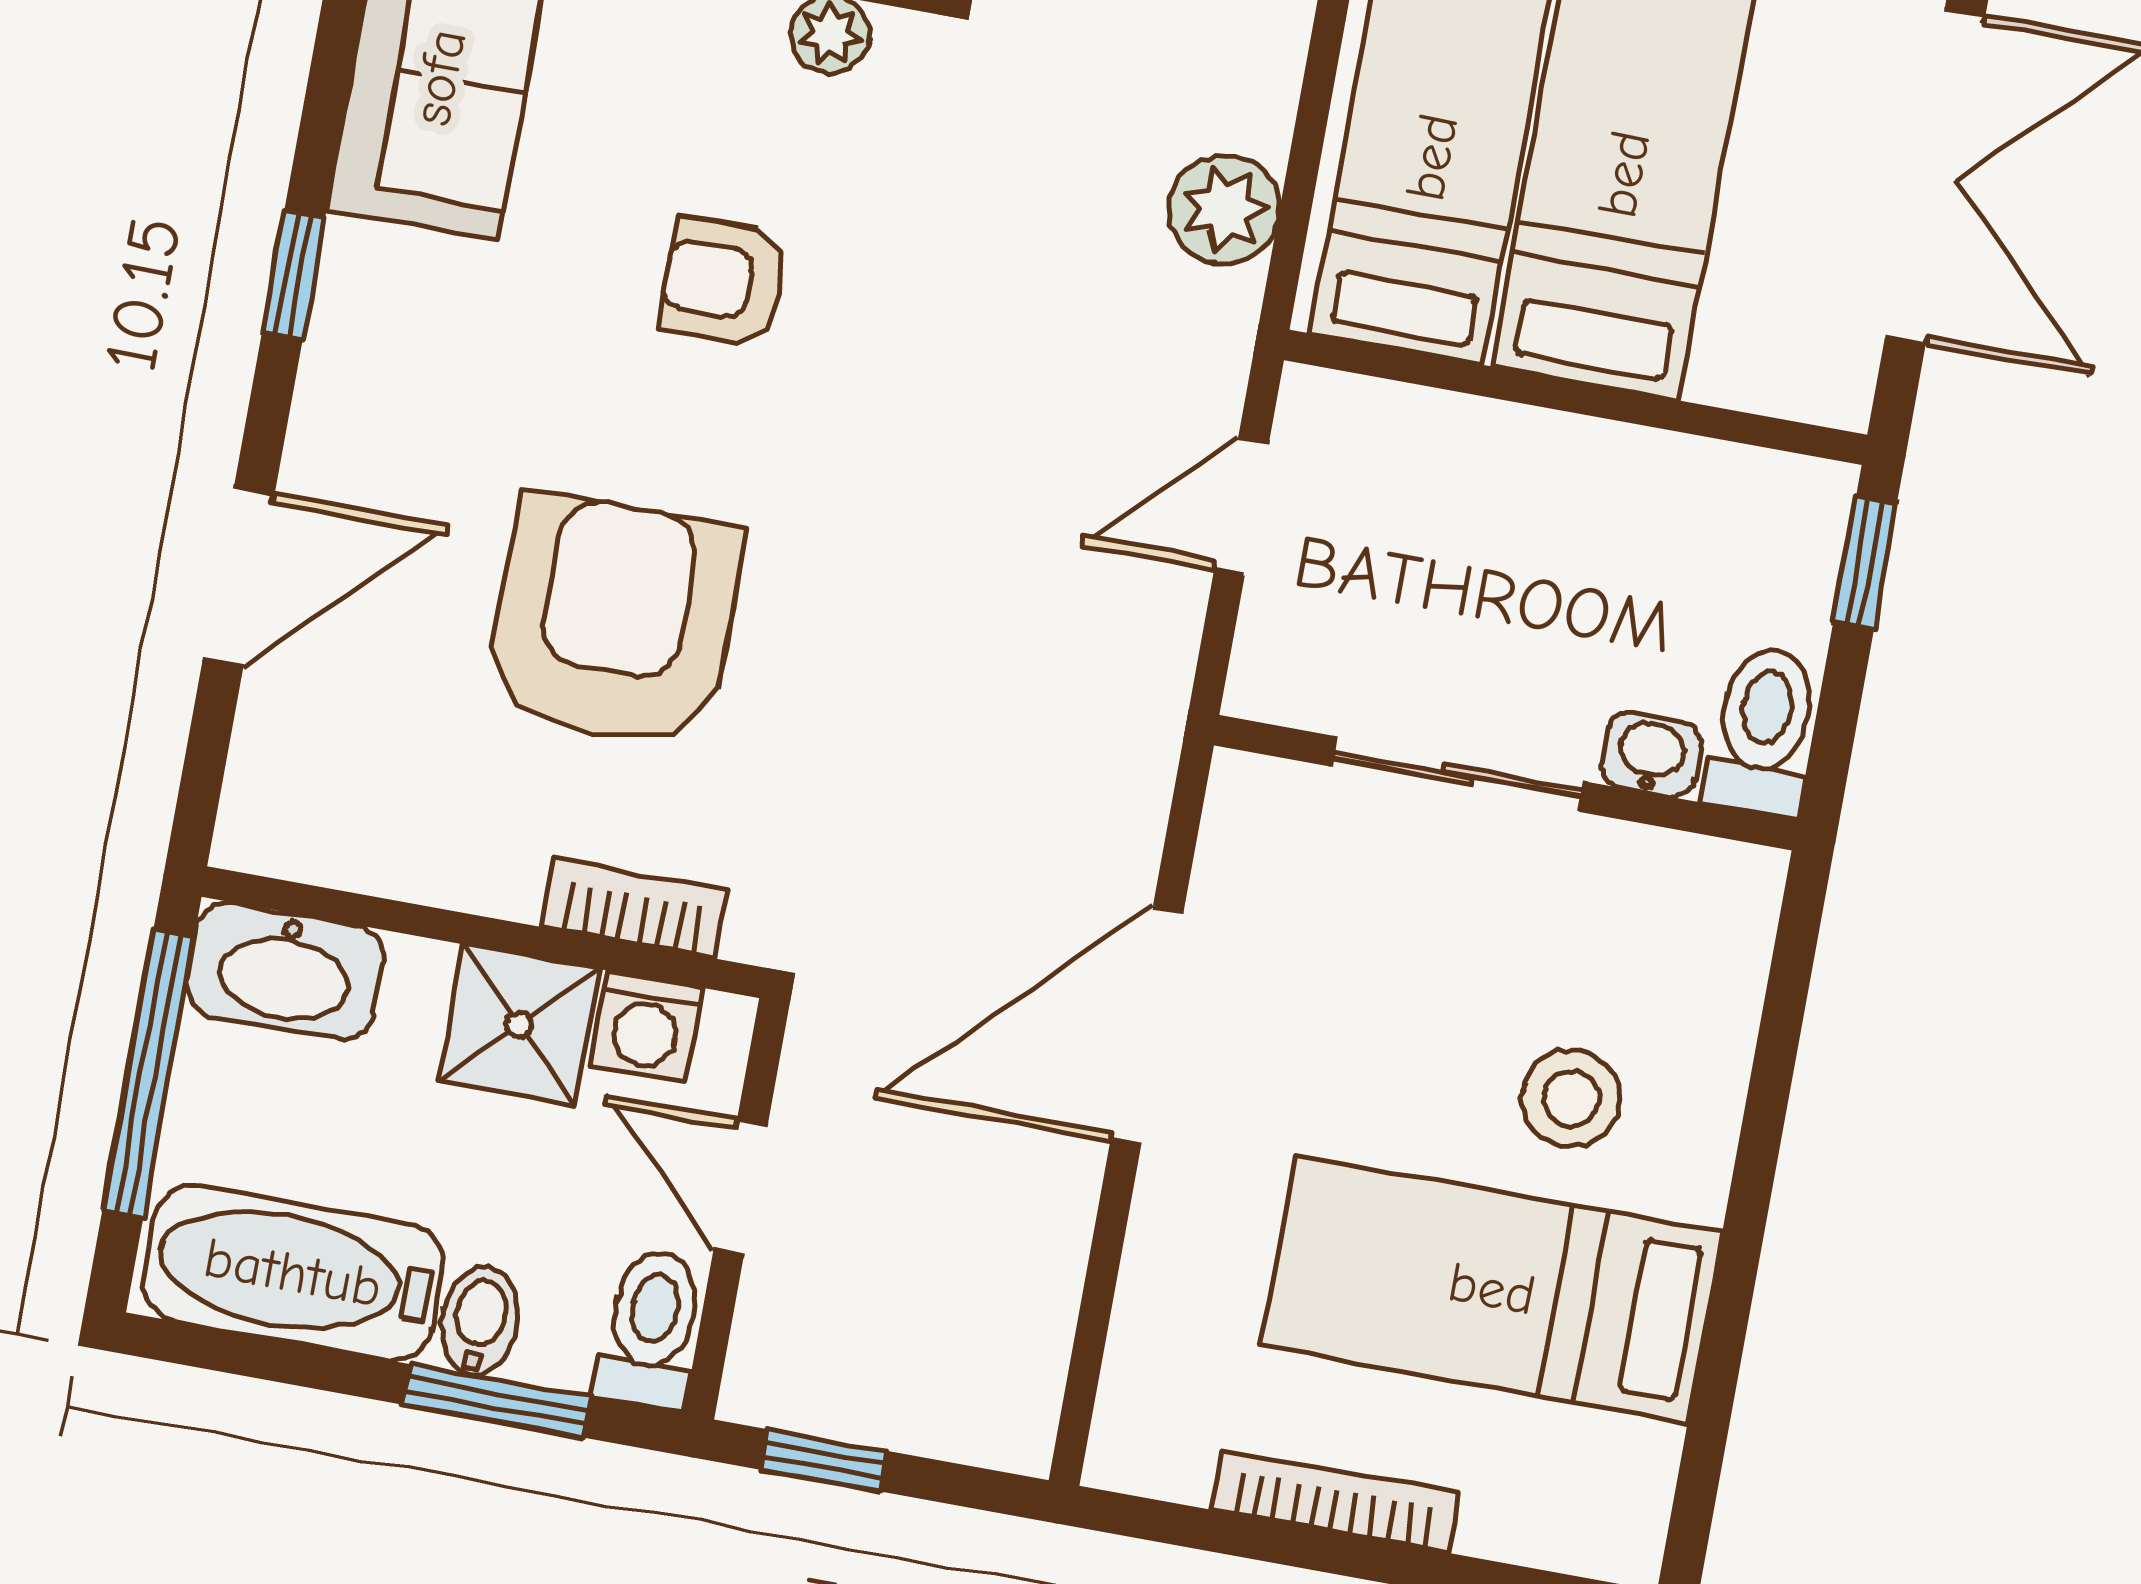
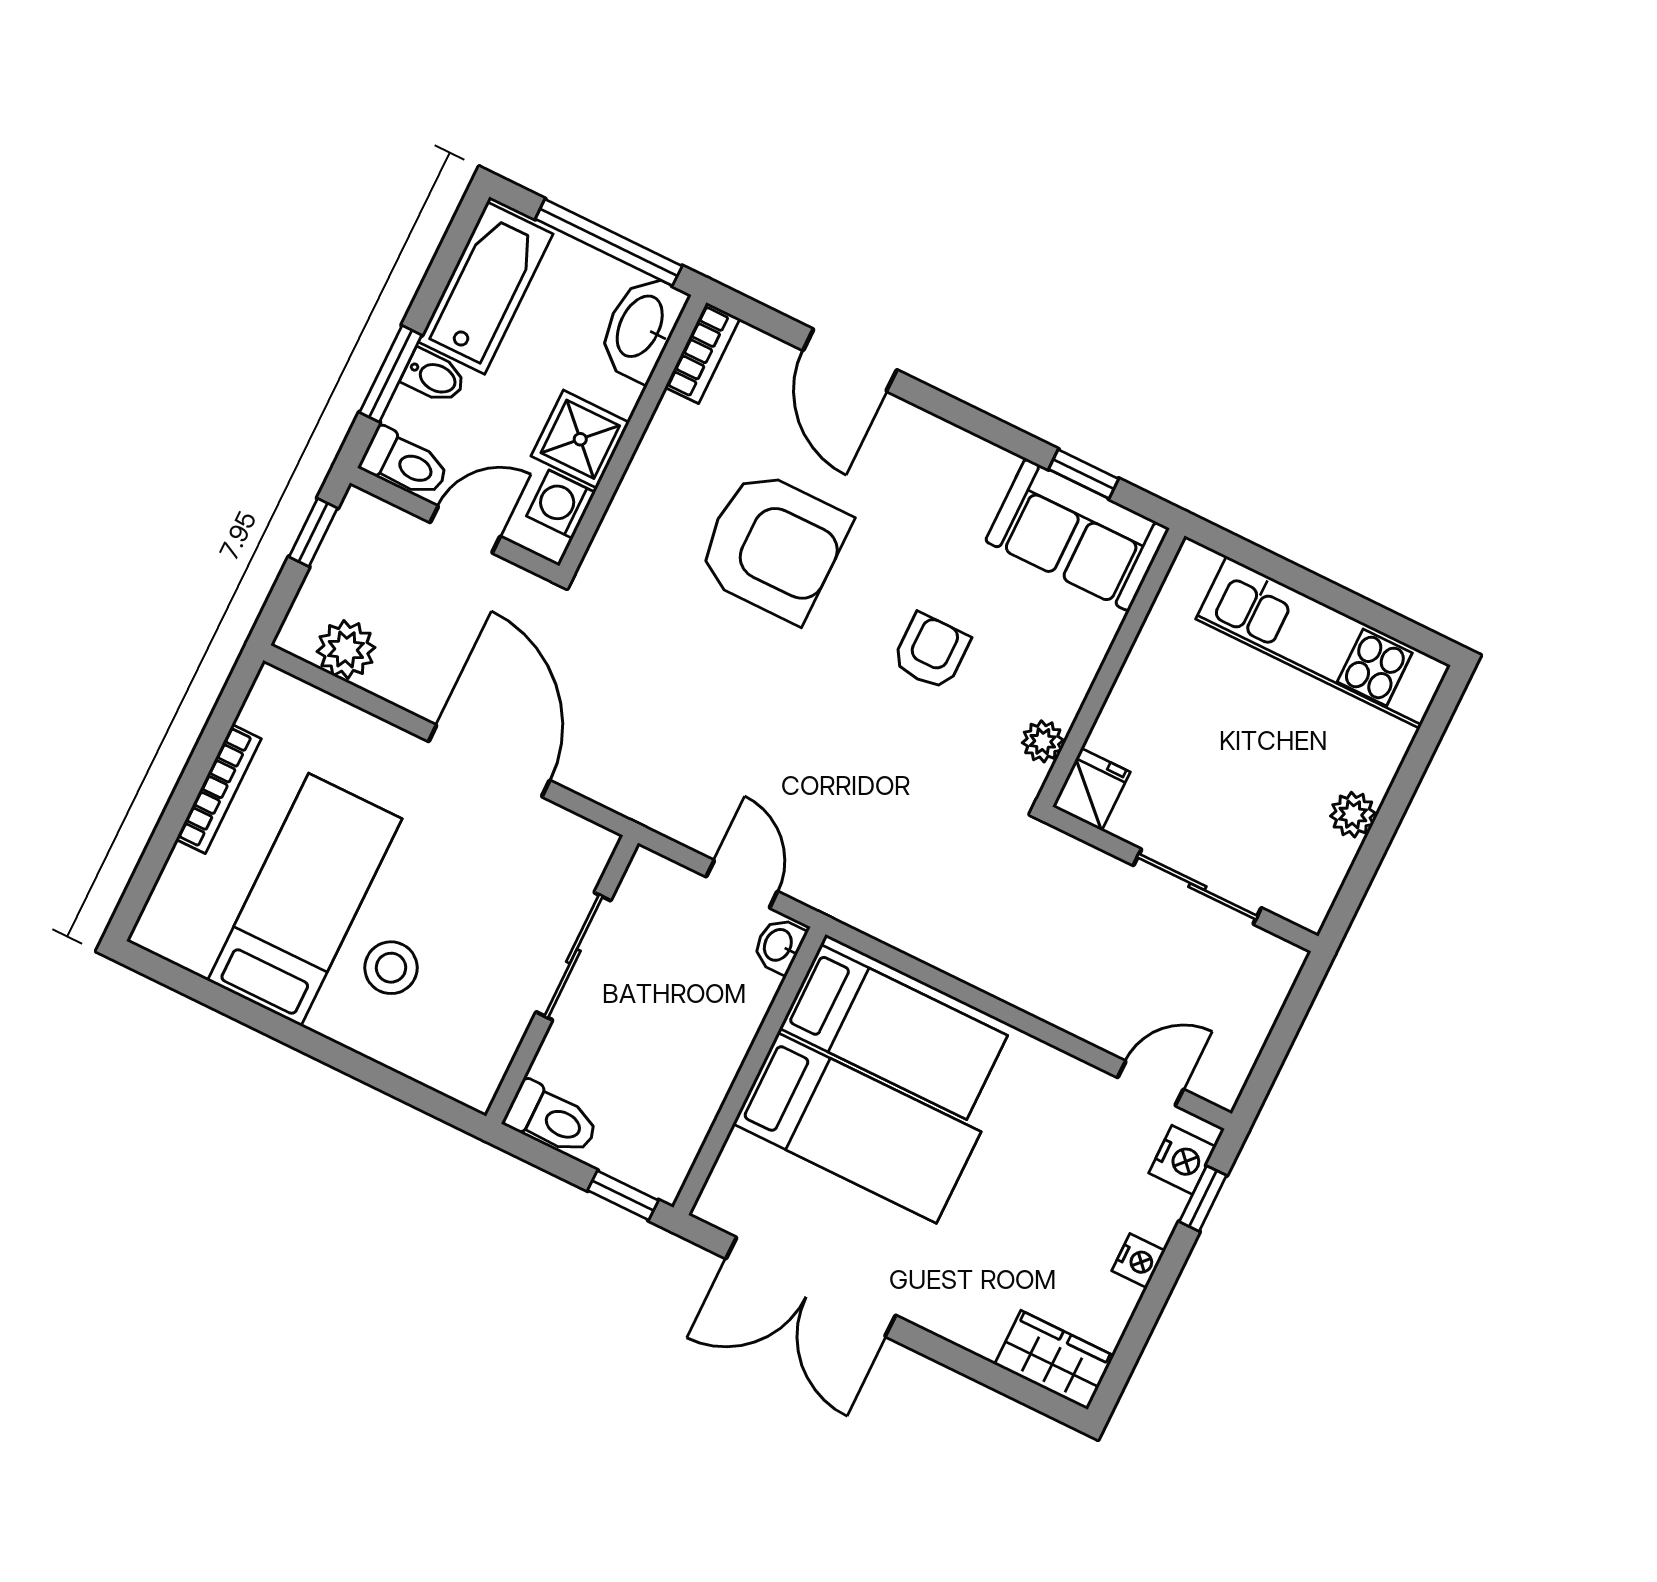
plant: (1224, 209) -> (346, 649), moved
window: (294, 275) -> (1084, 474), moved
washbasin: (1651, 755) -> (779, 945), moved, turned 180
bookcase: (635, 908) -> (702, 353), moved

